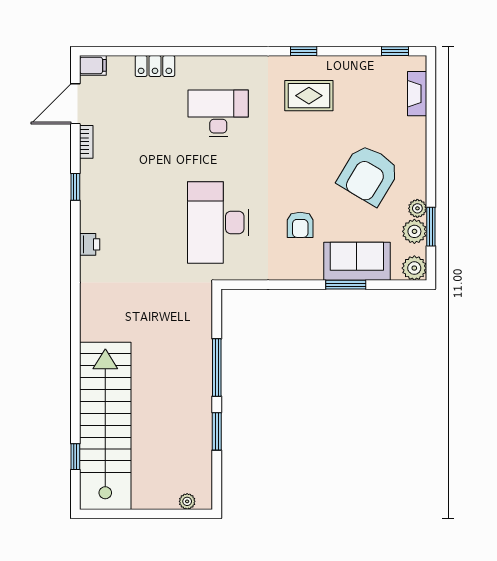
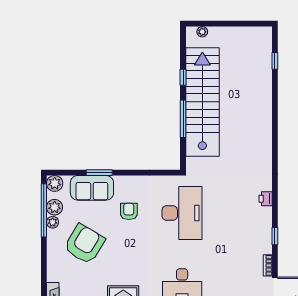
window: (431, 227) -> (44, 210), width x2.11
stairs: (105, 426) -> (202, 102), moved, turned 180
window: (217, 431) -> (183, 77), width x0.67

